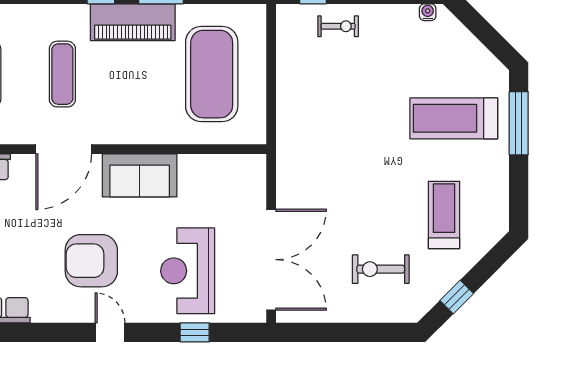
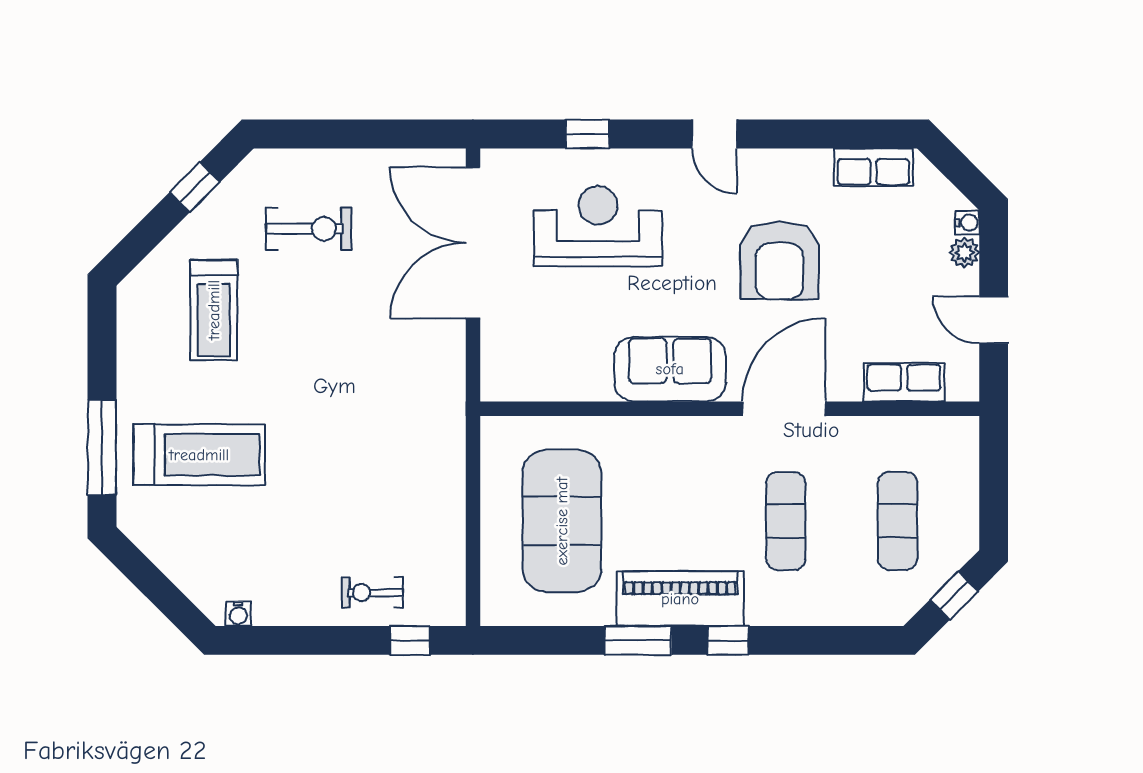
armchair: (91, 261) -> (780, 260), moved, turned 90
reception desk: (188, 271) -> (598, 226), turned -90

